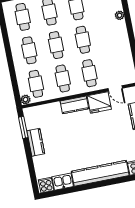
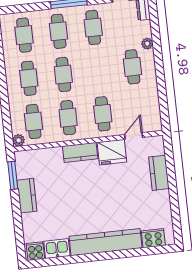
cafe table: (83, 40) -> (133, 67), moved
door: (115, 88) -> (134, 136), swing flipped

